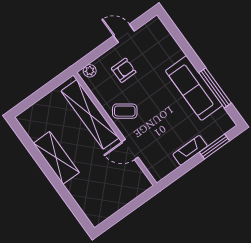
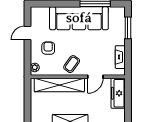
sofa: (194, 88) -> (79, 18), width x1.36, depth x1.27
fireplace: (190, 150) -> (120, 57), moved
freezer: (130, 190) -> (118, 93), added

